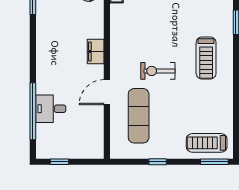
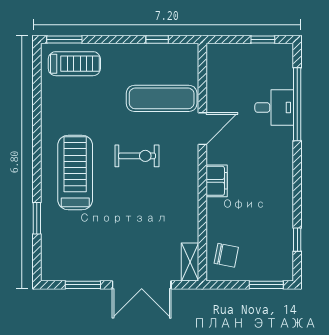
treadmill: (206, 58) -> (75, 172), width x1.37, depth x1.38
exercise mat: (139, 116) -> (162, 98), turned 90
window: (158, 162) -> (157, 39), moved

